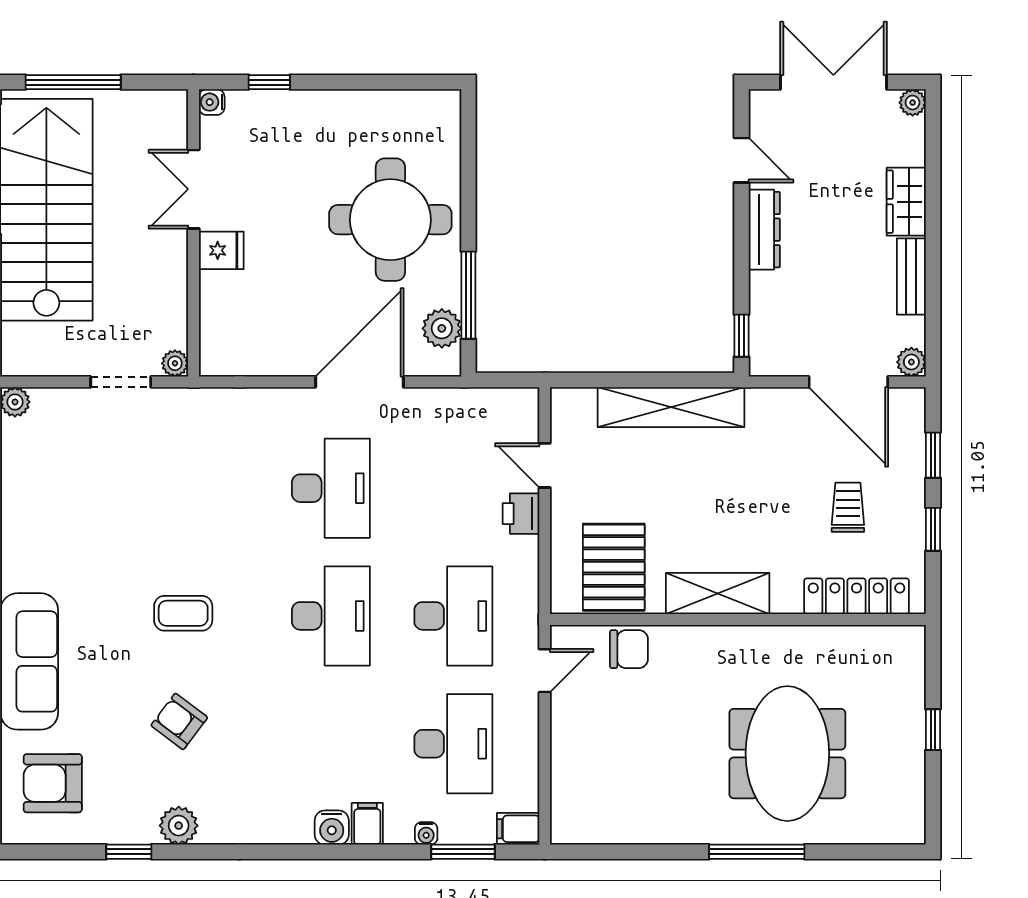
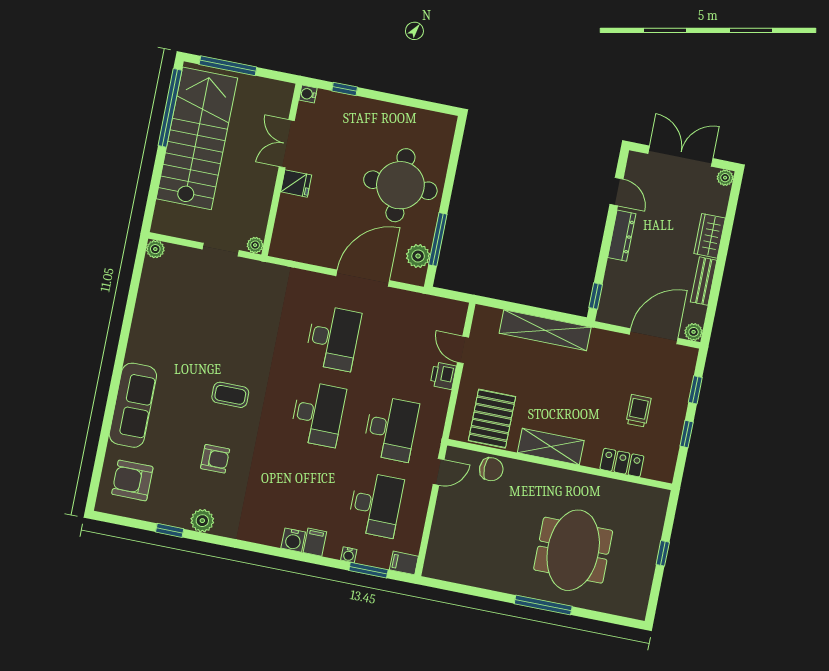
door: (848, 382) -> (654, 336), swing flipped
locker: (857, 596) -> (622, 463), width x0.66
armchair: (179, 721) -> (215, 459), turned 143

